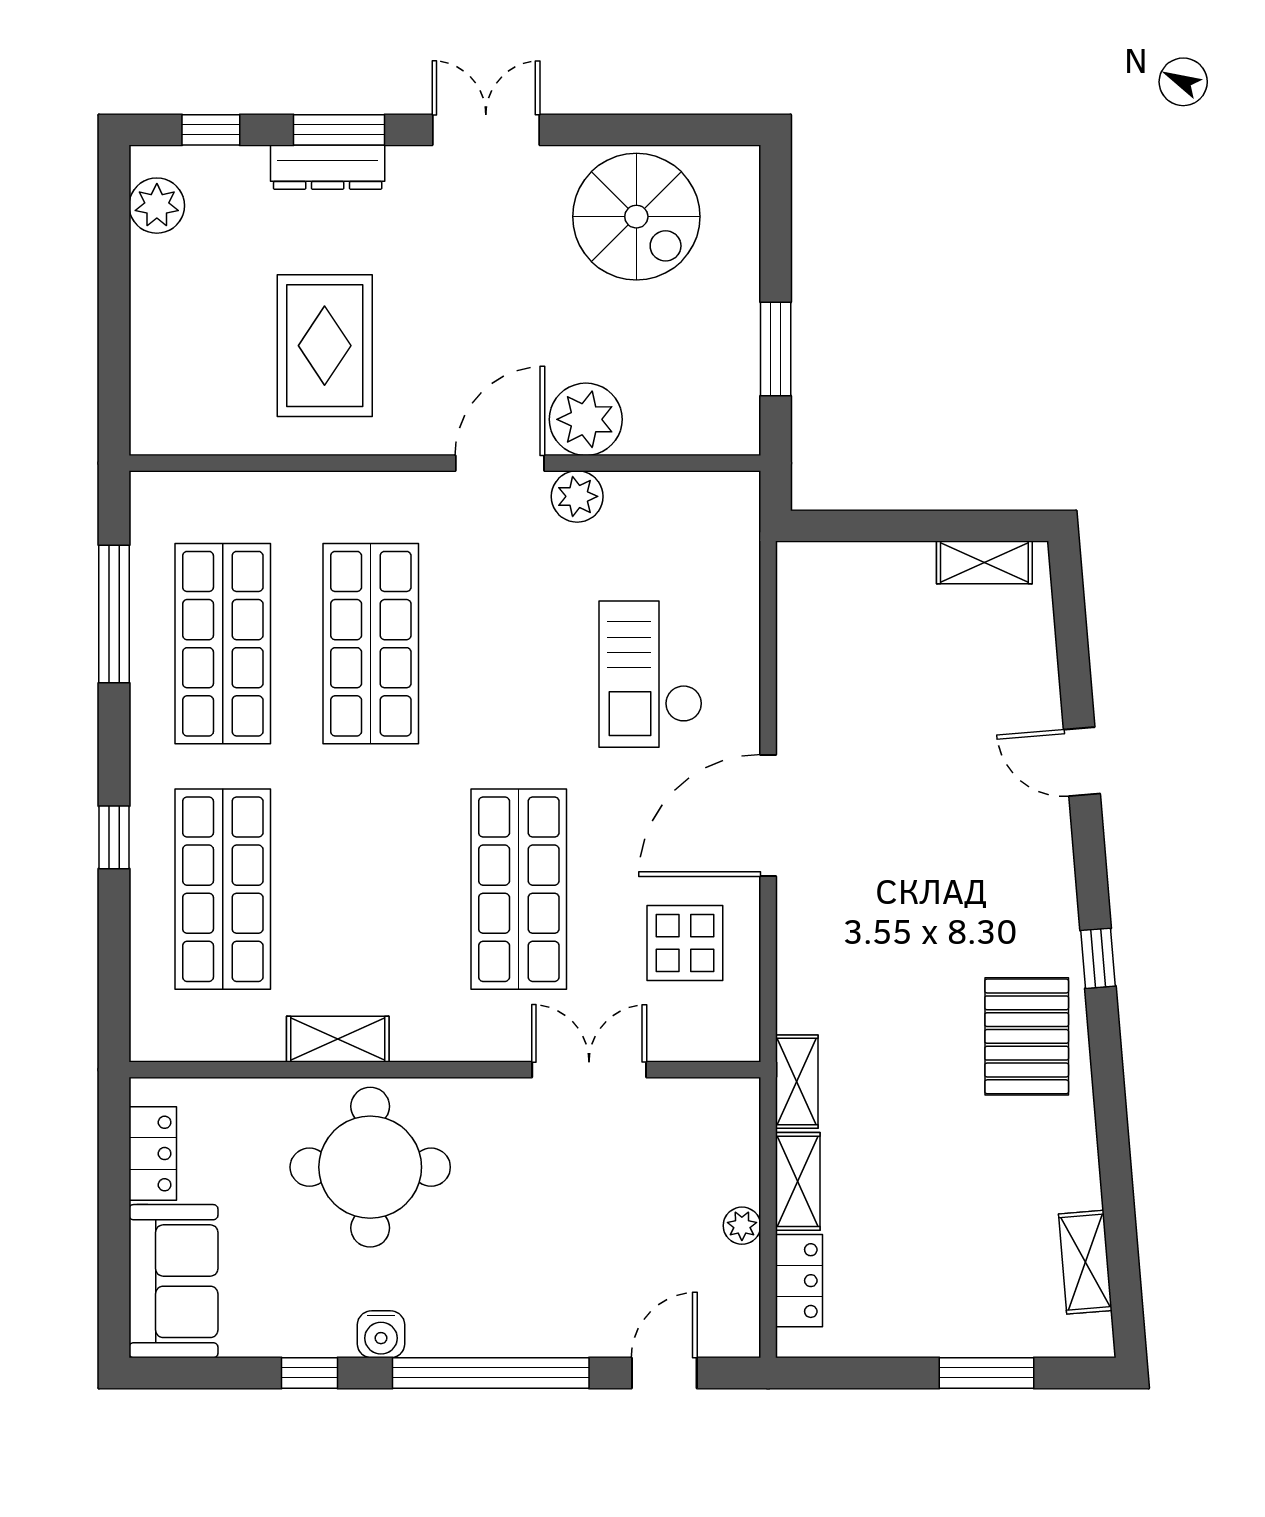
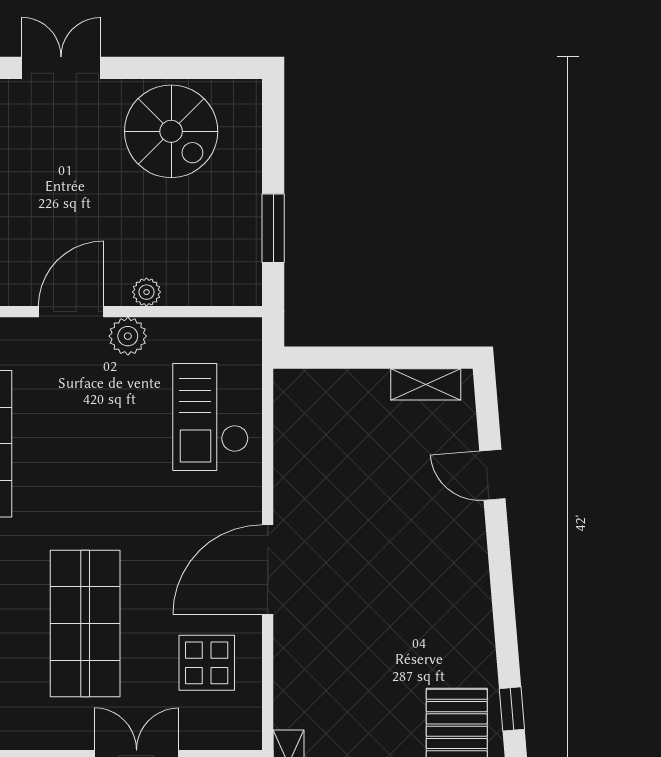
plant: (586, 419) -> (146, 292), width x0.53, depth x0.53
checkout: (651, 674) -> (211, 417), moved
door: (1082, 762) -> (492, 475), moved
window: (1098, 958) -> (512, 709), moved

